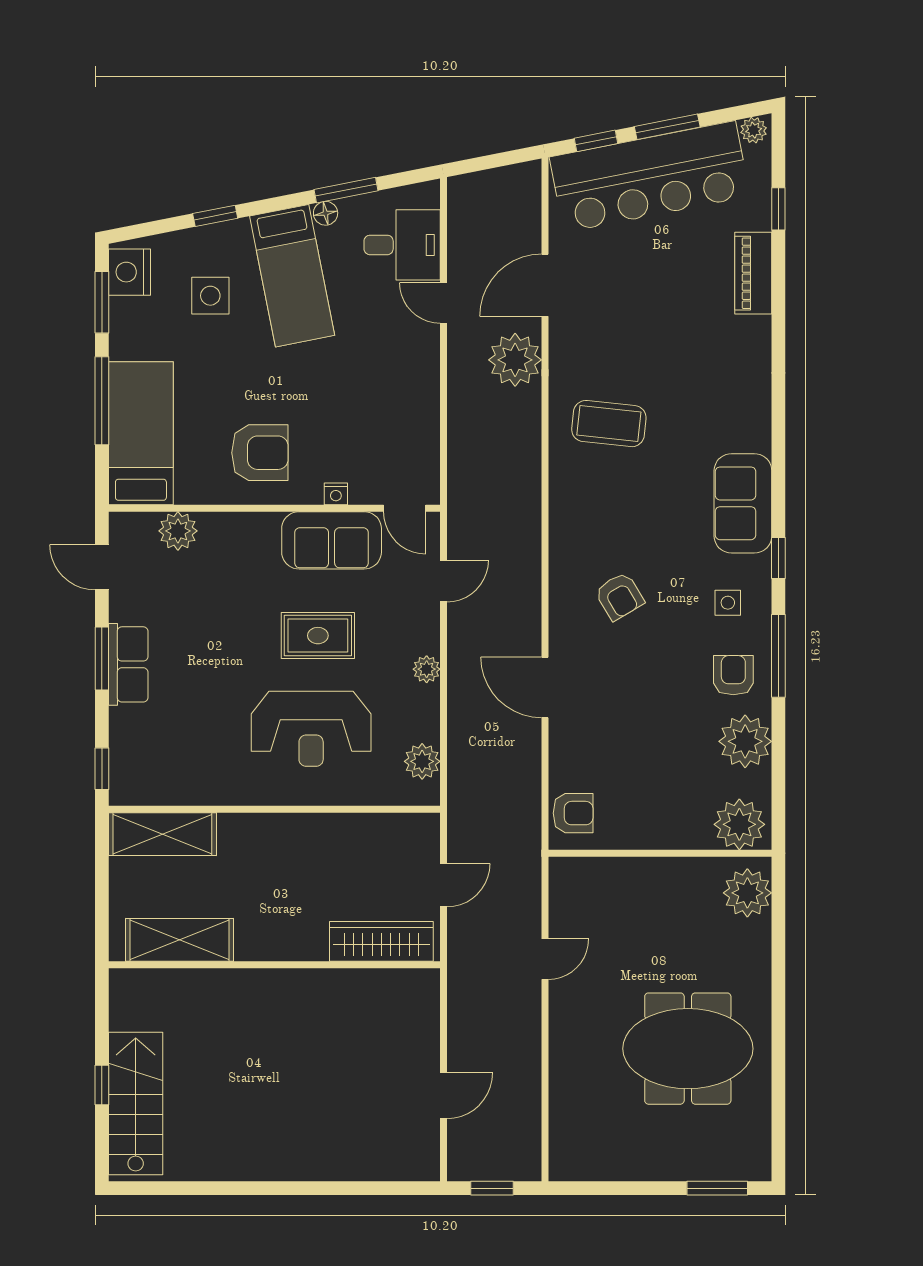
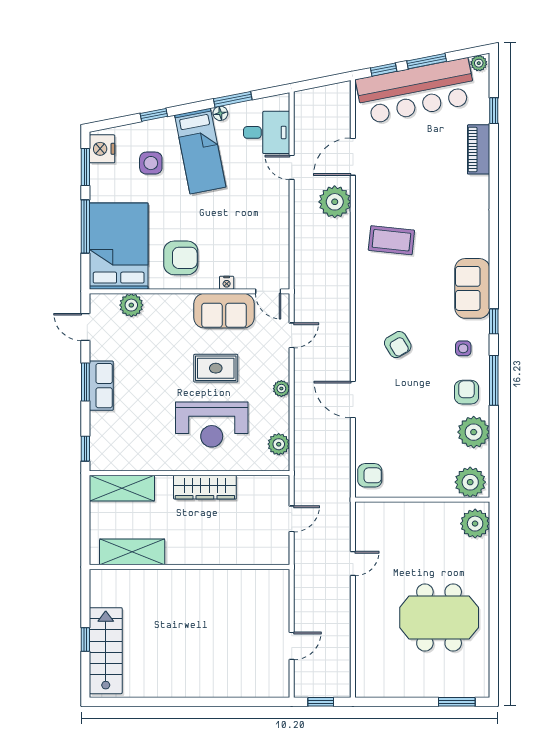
bed: (141, 433) -> (119, 246), width x1.50
wardrobe: (381, 941) -> (205, 487), moved, turned 180

